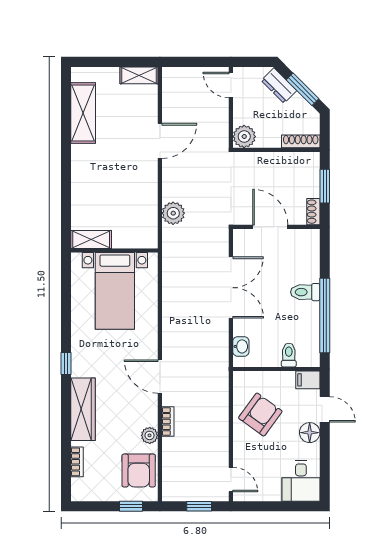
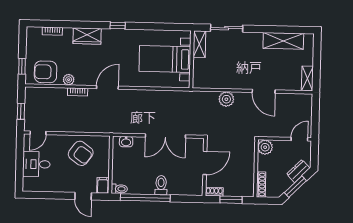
sliding door: (66, 199) -> (227, 28), added
plant: (173, 213) -> (226, 99), moved
toilet: (289, 355) -> (119, 189), moved
wardrobe: (83, 409) -> (87, 36), width x0.67
door: (325, 409) -> (83, 196), hinge flipped
floor lamp: (310, 433) -> (68, 186), removed
desk: (301, 481) -> (36, 164), moved

